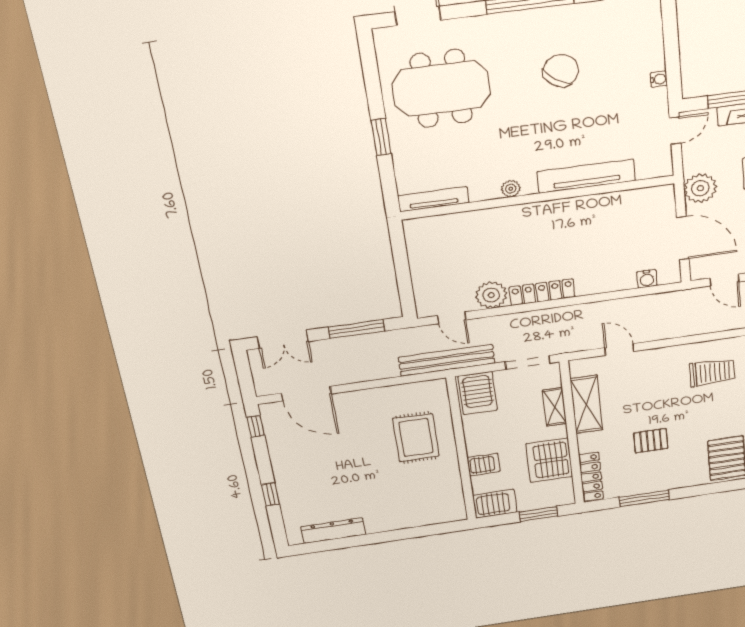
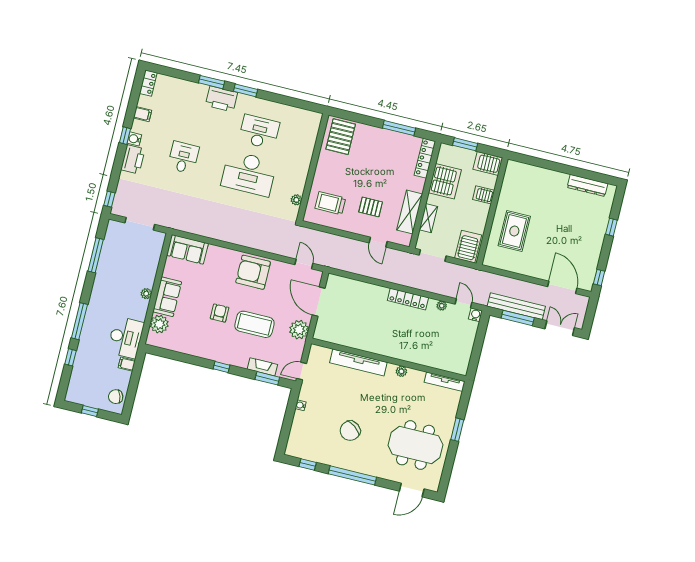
water cooler: (647, 279) -> (475, 315), moved
plant: (491, 295) -> (442, 306), width x0.53, depth x0.53
bench: (447, 360) -> (516, 306), moved
pallet: (651, 441) -> (371, 207), moved

